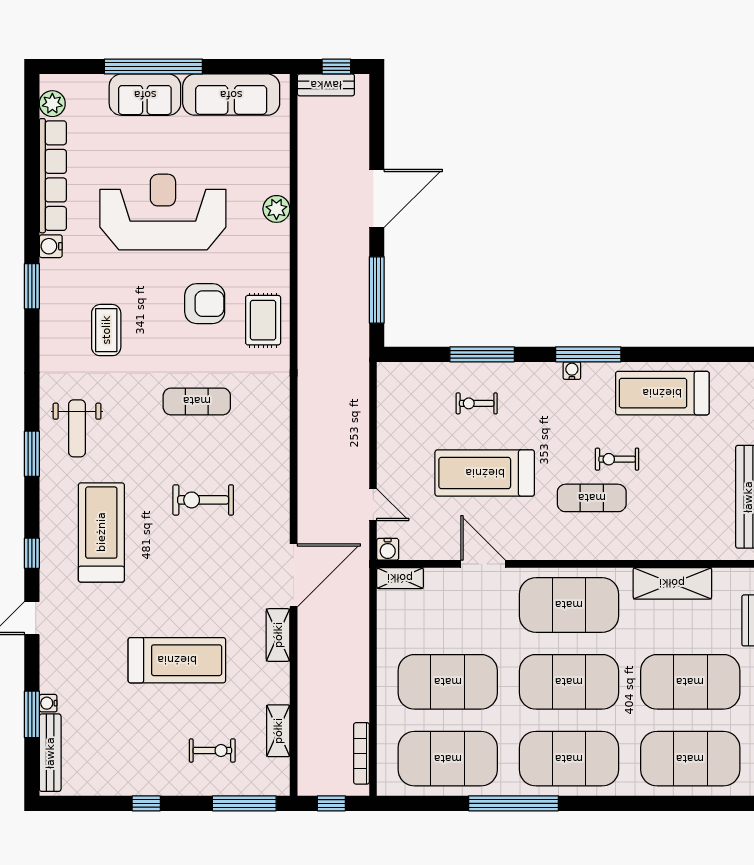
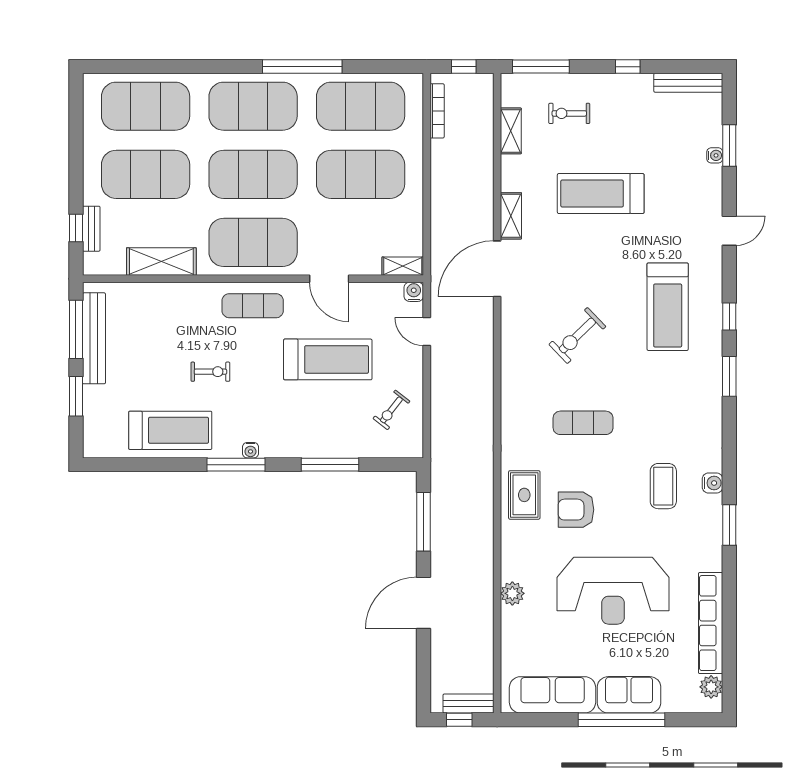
water cooler: (51, 246) -> (712, 483), moved
exercise bike: (477, 403) -> (391, 410), moved, turned 128
weight bench: (77, 428) -> (689, 399), removed
exercise mat: (592, 498) -> (253, 306), moved
exercise bike: (203, 500) -> (577, 336), turned 136
window: (32, 553) -> (729, 317), moved
bench: (50, 753) -> (688, 83), moved, turned 90

